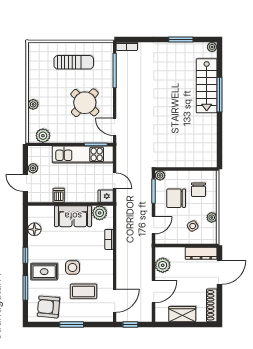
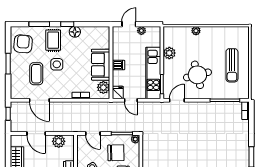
round table: (85, 103) -> (197, 75), turned 33
plant: (43, 136) -> (169, 53), moved
door: (115, 181) -> (131, 100), hinge flipped
dishwasher: (59, 195) -> (118, 65), moved
chair: (176, 198) -> (116, 153), turned 89
floor lamp: (34, 229) -> (75, 32), moved
door: (115, 301) -> (39, 100), moved

